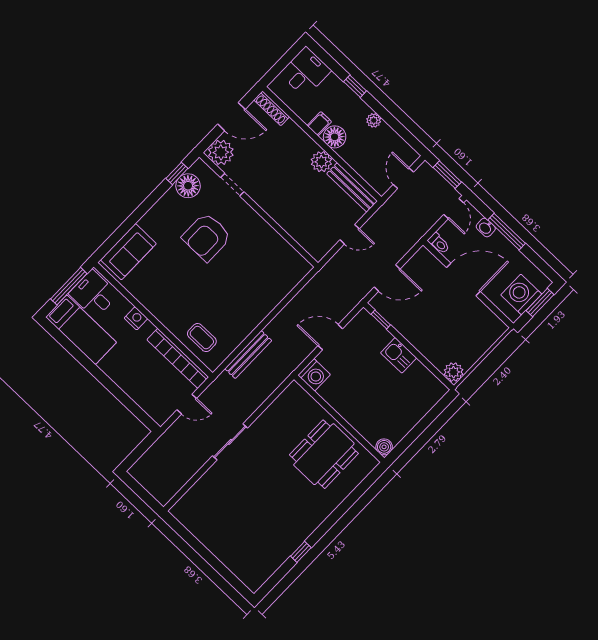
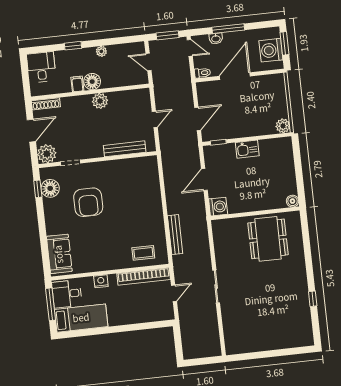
bench: (352, 187) -> (125, 149), moved

